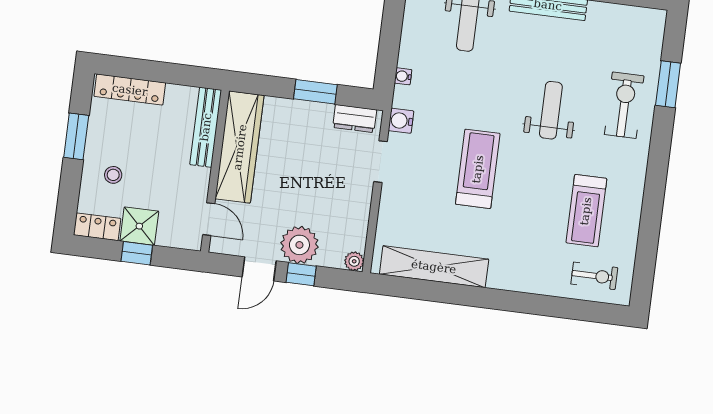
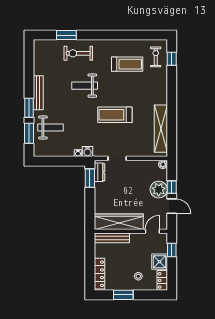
window: (315, 92) -> (90, 178), moved
water cooler: (401, 121) -> (88, 152), moved
window: (137, 253) -> (172, 250), moved
window: (585, 311) -> (172, 59), added

